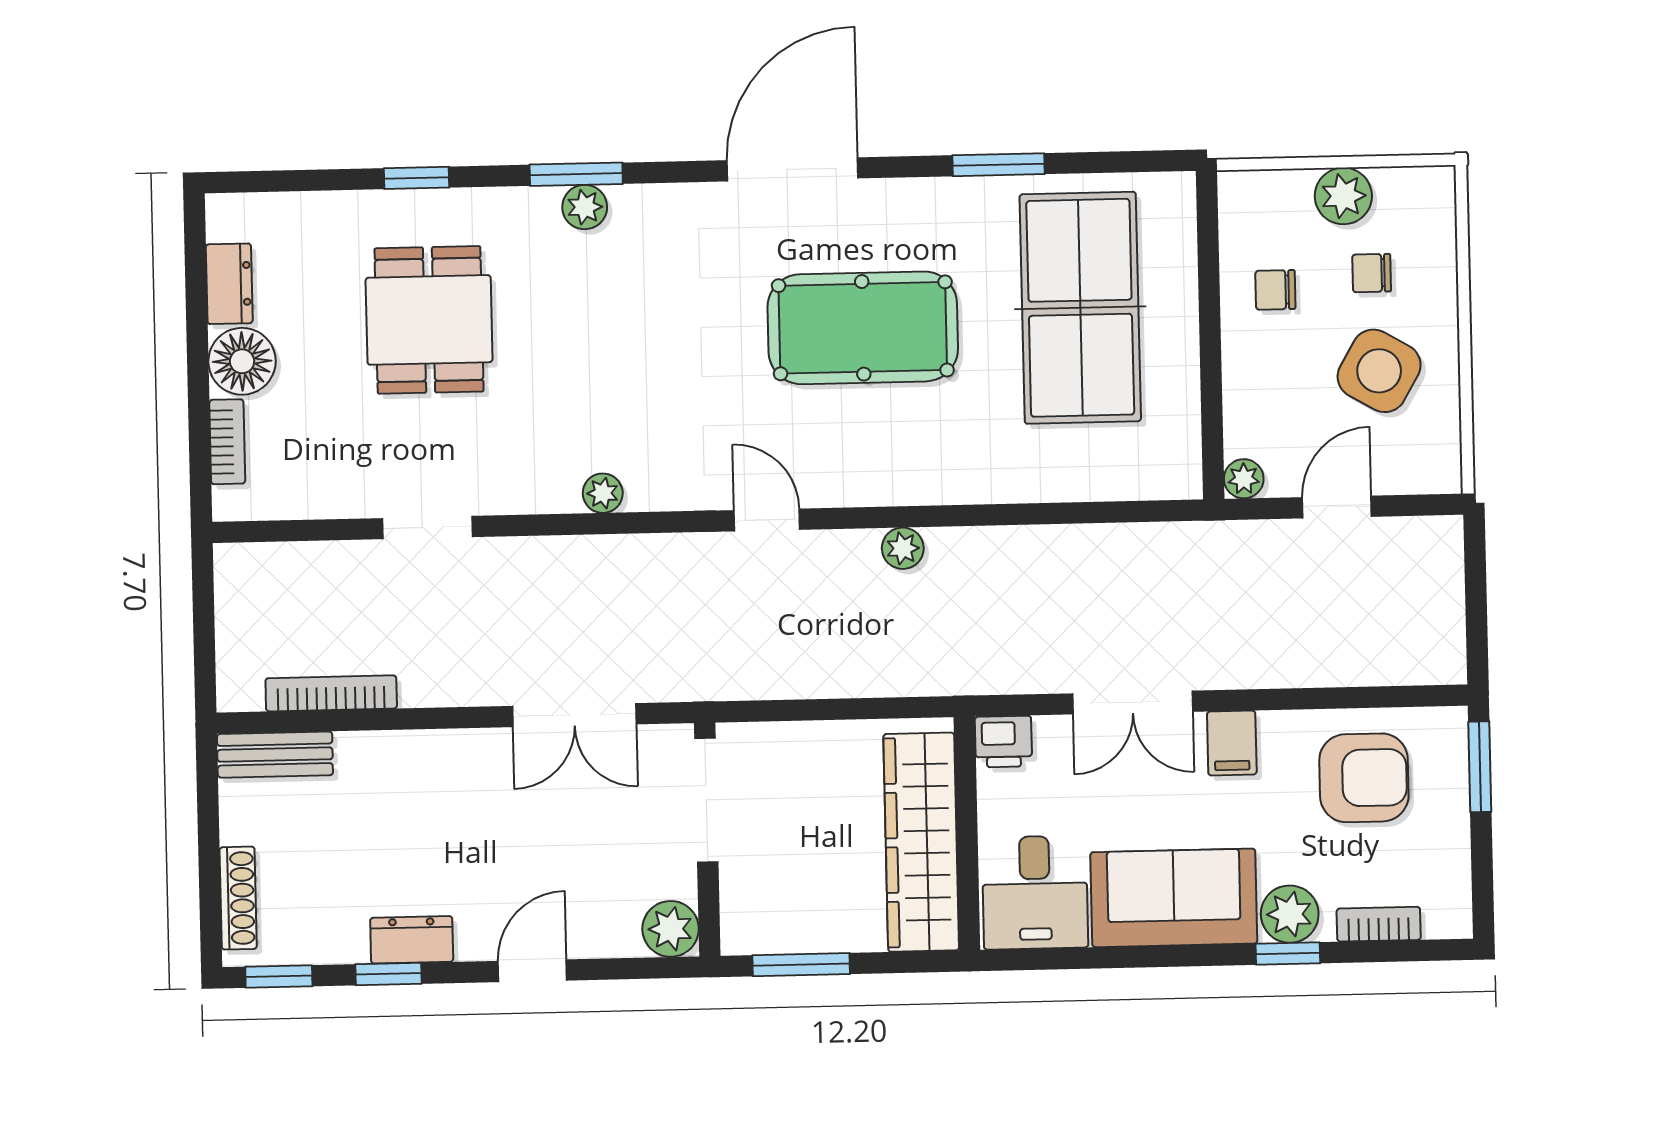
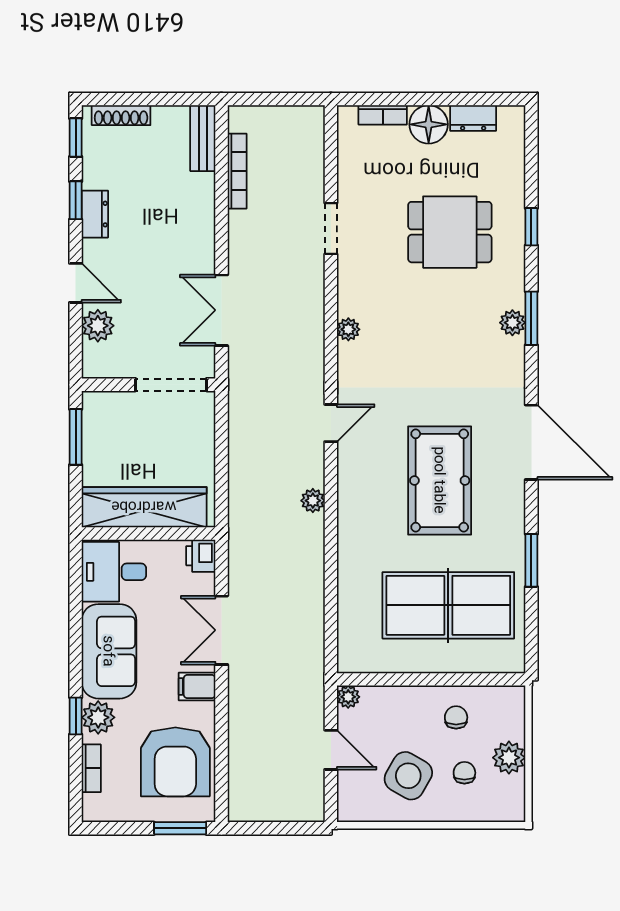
armchair: (1364, 778) -> (175, 762), width x1.36, depth x1.36
plant: (671, 929) -> (98, 326), moved

